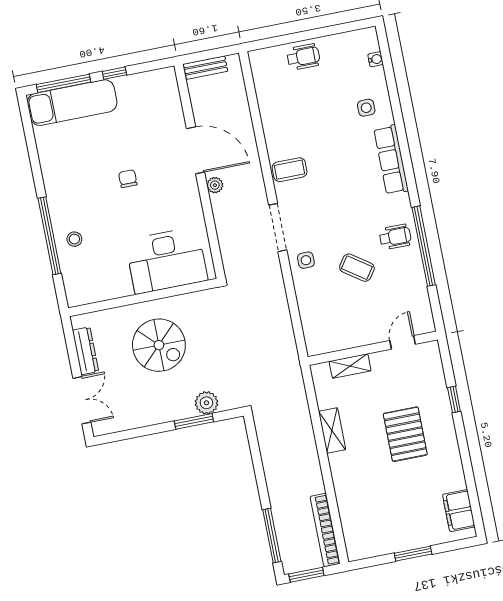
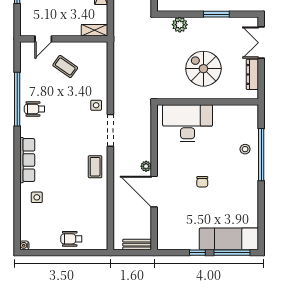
water cooler: (376, 59) -> (24, 245), moved
coffee table: (290, 170) -> (95, 167), turned 90
coffee table: (357, 268) -> (65, 66), moved
shelving: (350, 366) -> (94, 30), moved
window: (194, 421) -> (216, 14), moved

